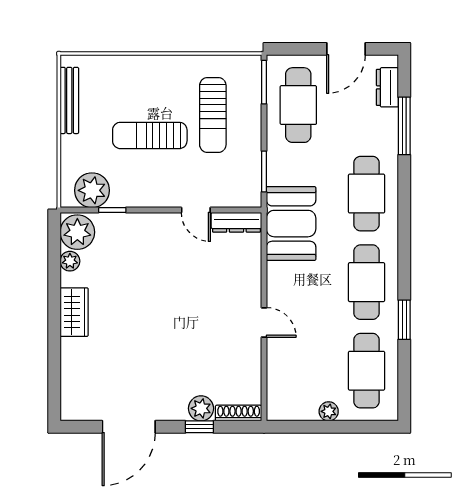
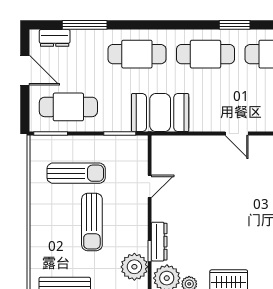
dresser: (236, 222) -> (159, 242), moved
door: (264, 322) -> (237, 134), swing flipped

